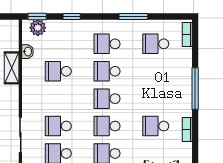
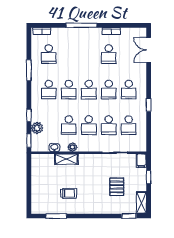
plant: (38, 28) -> (37, 128), moved
plant: (28, 76) -> (72, 147), added
school desk: (58, 99) -> (89, 125), added

